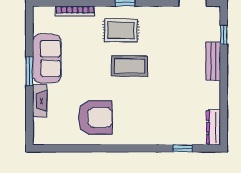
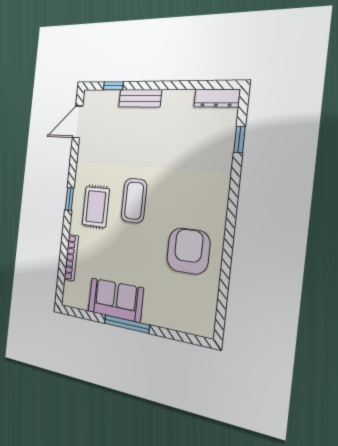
window: (29, 71) -> (127, 324), width x1.44
fireplace: (40, 101) -> (161, 319), removed

